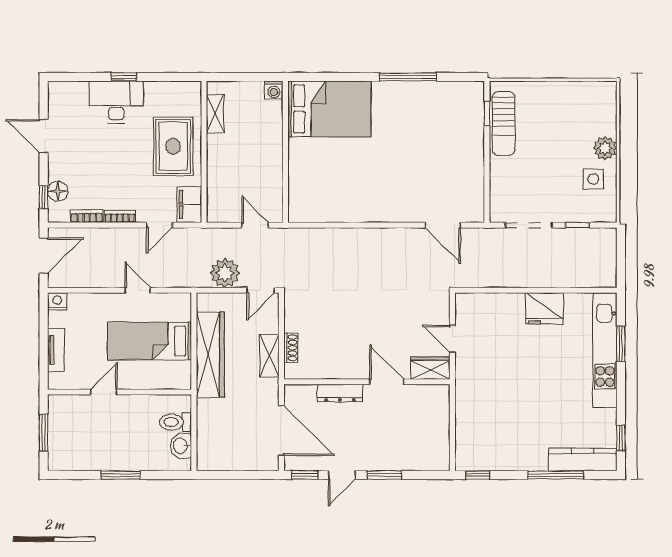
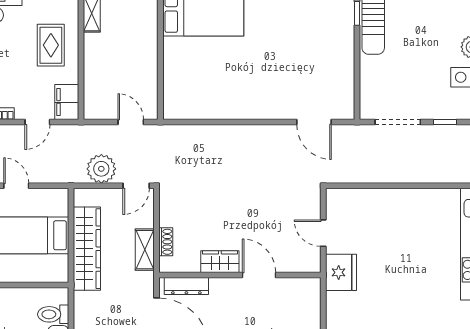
rug: (173, 146) -> (51, 45), width x0.73, depth x0.70
fridge: (544, 308) -> (341, 272), moved, turned -90
wardrobe: (430, 368) -> (220, 262), moved
dresser: (340, 393) -> (186, 286), moved

